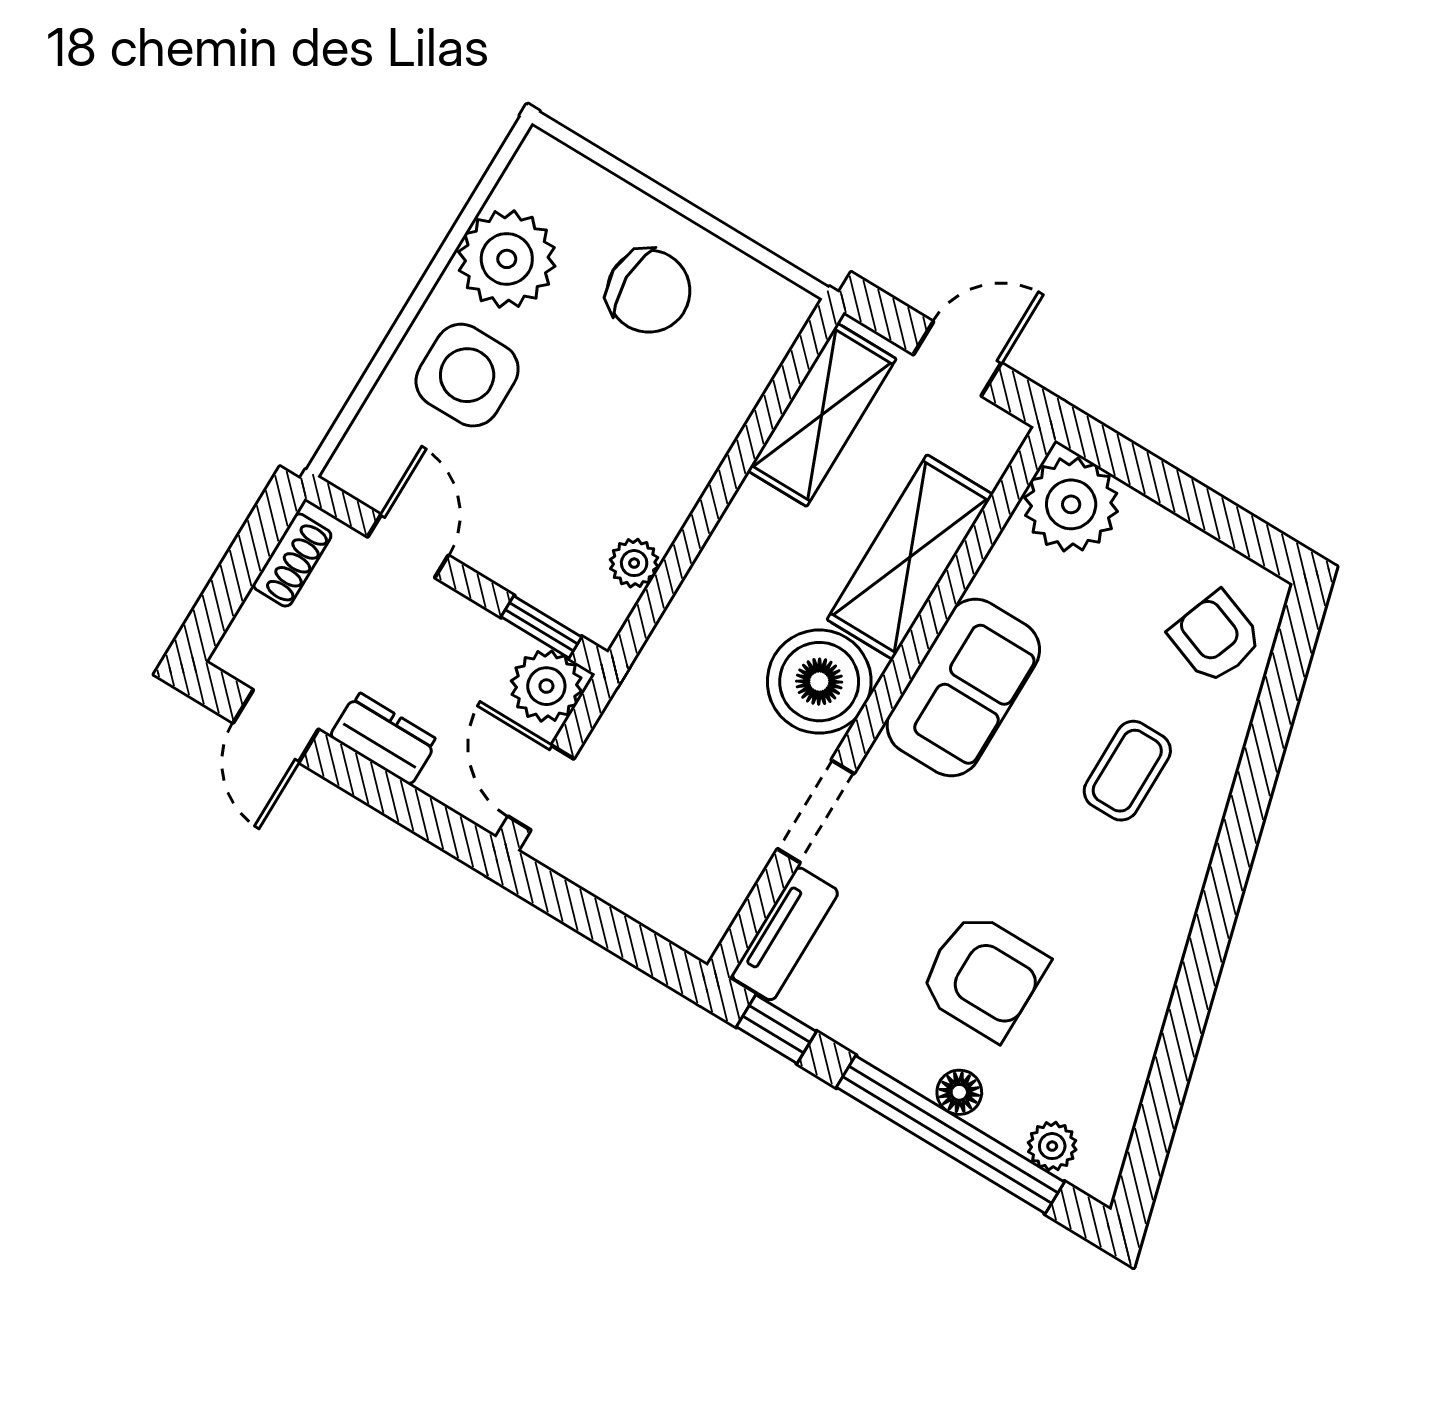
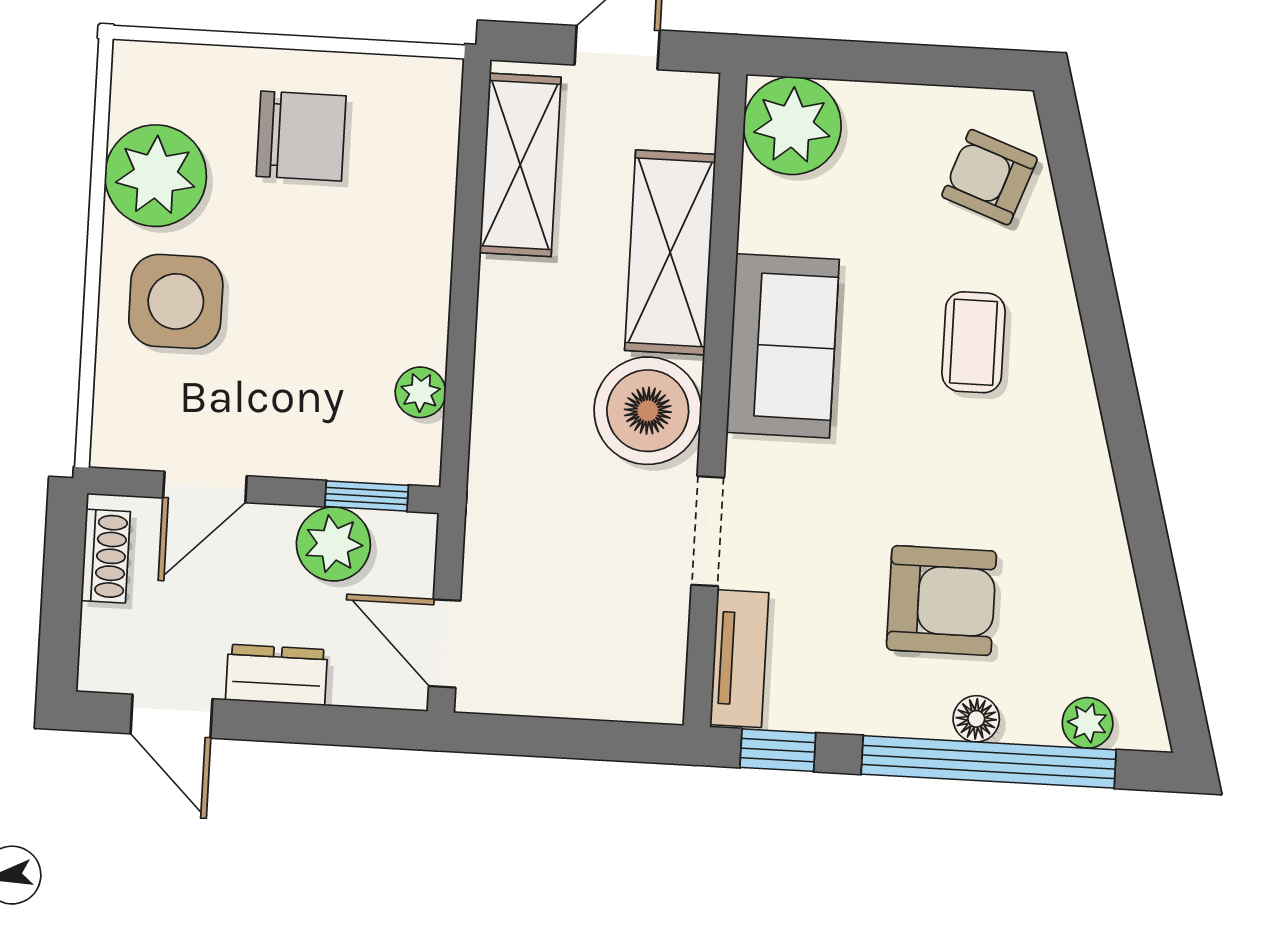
door: (408, 546) -> (205, 487), swing flipped
plant: (546, 686) -> (333, 544), moved

